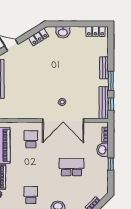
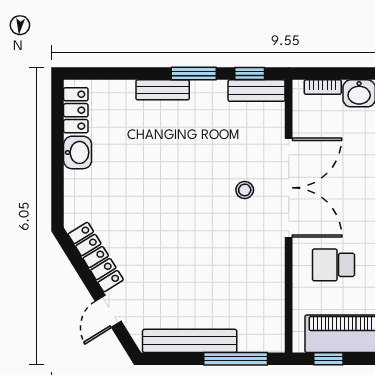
washbasin: (63, 32) -> (78, 152), moved
locker: (38, 37) -> (96, 257), width x1.53
bench: (104, 103) -> (257, 91), width x0.73

